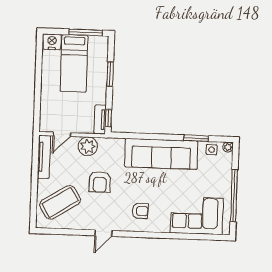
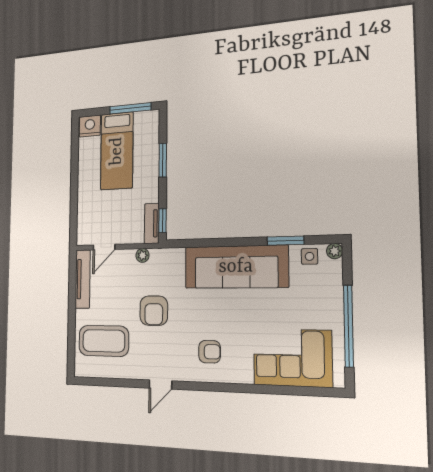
plant: (88, 146) -> (142, 255), width x0.53, depth x0.53
coffee table: (60, 202) -> (104, 341), turned 32

